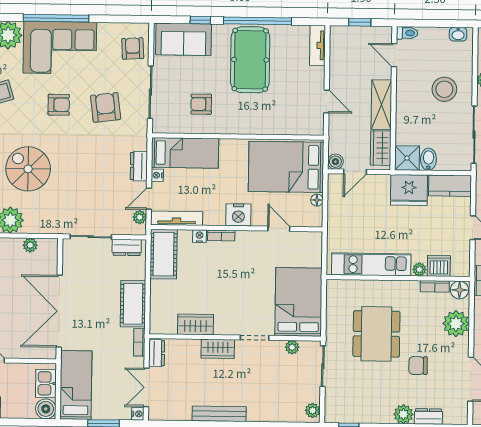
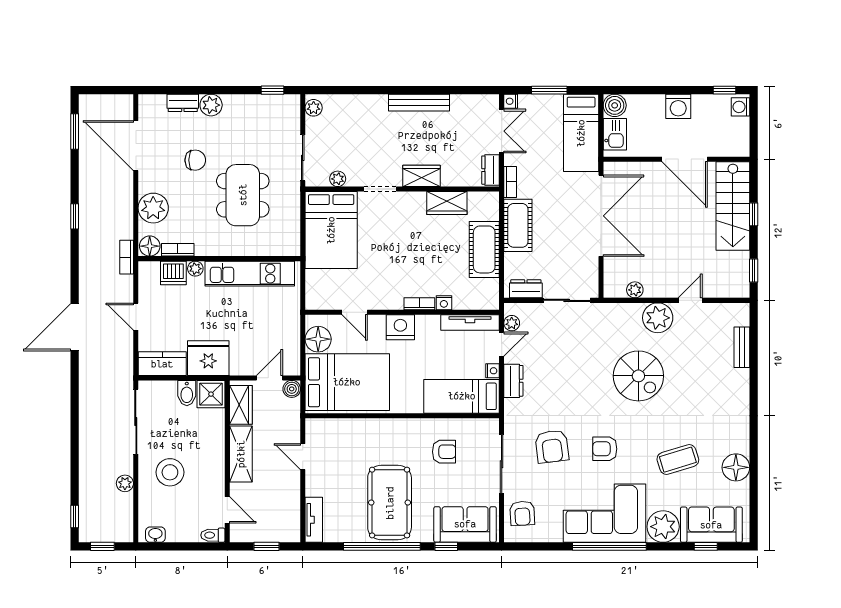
floor lamp: (317, 200) -> (318, 339), width x1.89, depth x1.89
cot: (164, 254) -> (484, 249), moved

